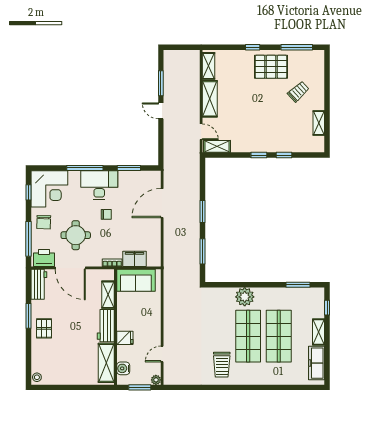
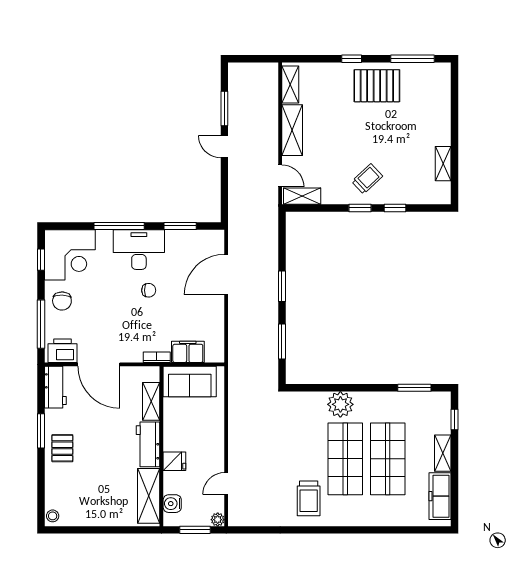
trolley: (298, 92) -> (367, 179), moved
round table: (76, 235) -> (106, 319), removed

